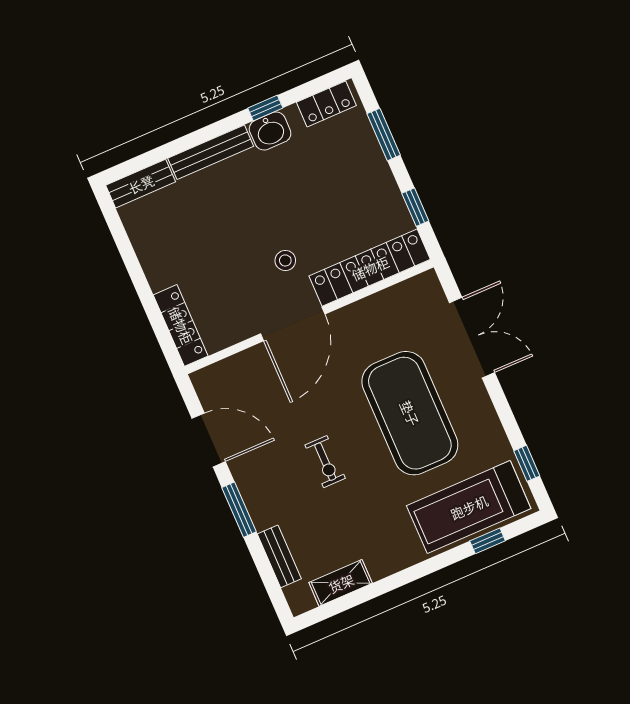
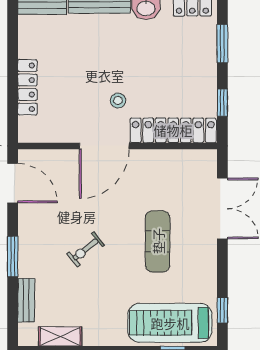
locker: (181, 325) -> (27, 87), moved
exercise mat: (410, 413) -> (158, 241), width x0.50, depth x0.69
door: (209, 440) -> (13, 183), moved
exercise bike: (325, 462) -> (86, 249), turned 51

